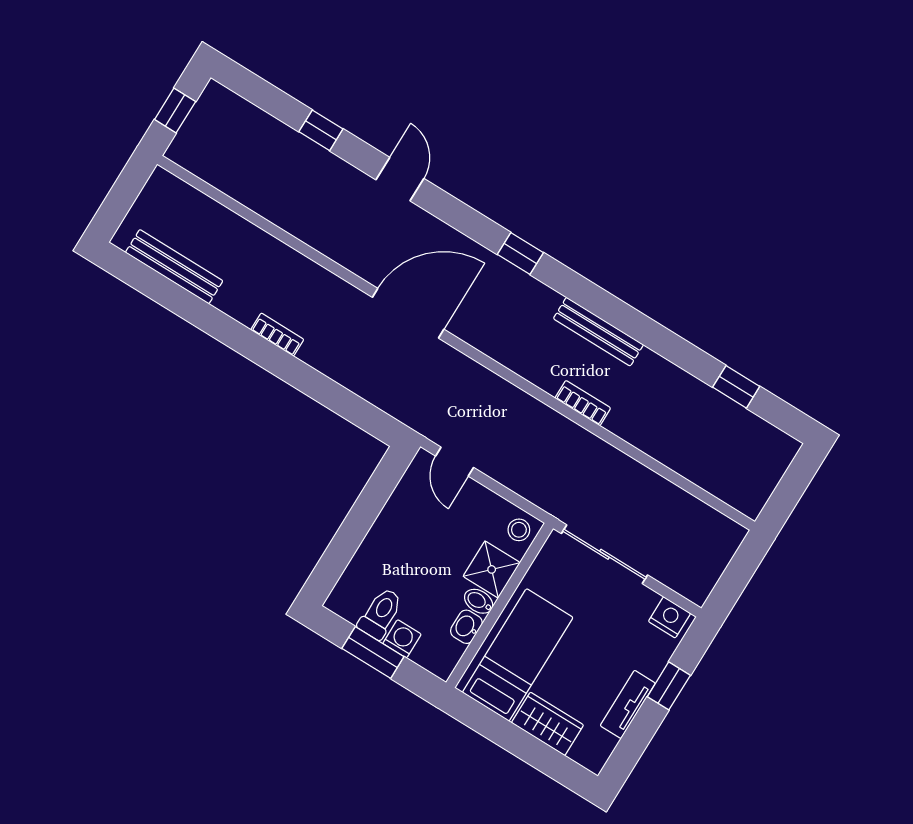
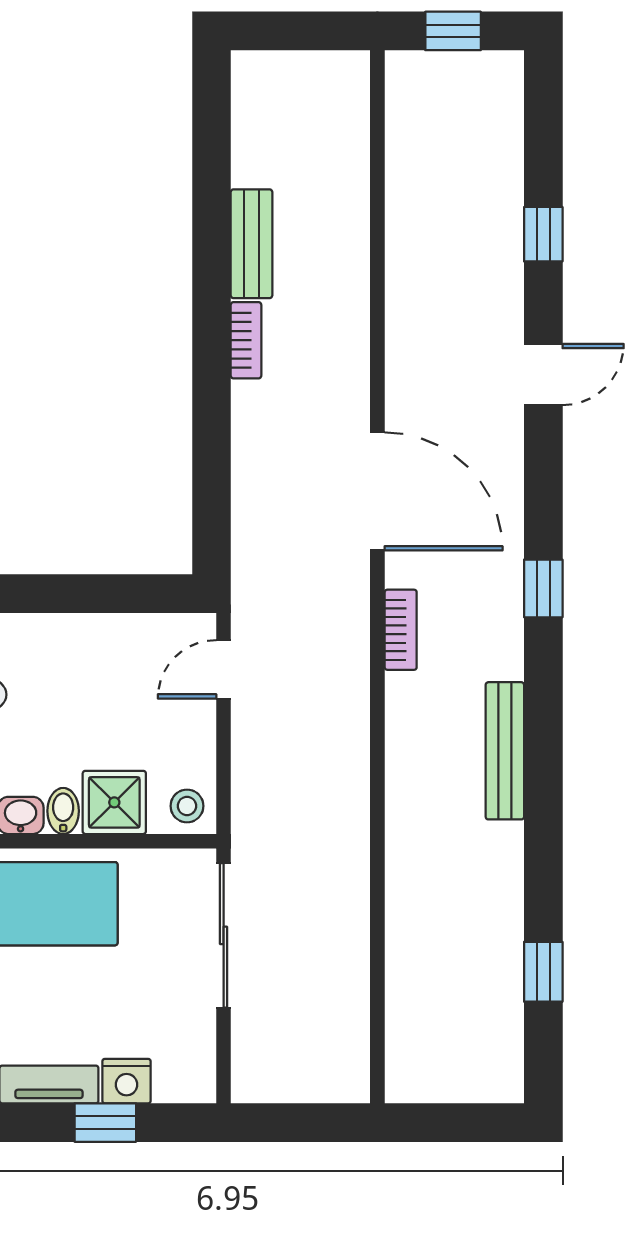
bench: (174, 267) -> (252, 244), moved, width x0.73
bookcase: (583, 403) -> (401, 630), moved
nightstand: (669, 617) -> (127, 1081), moved, turned 90

